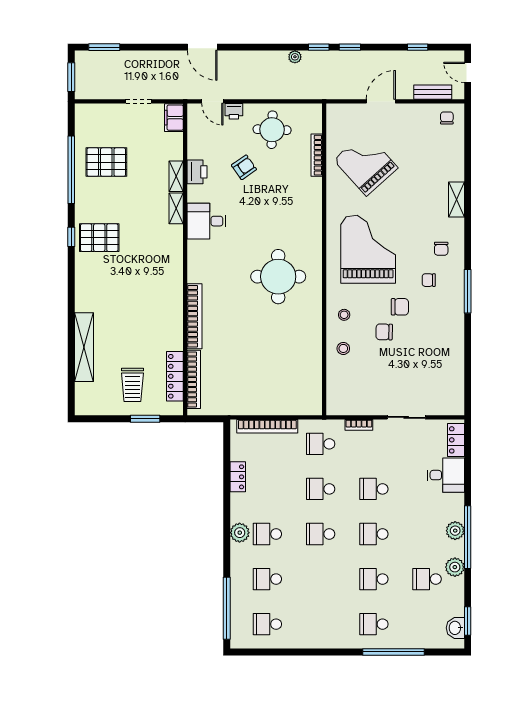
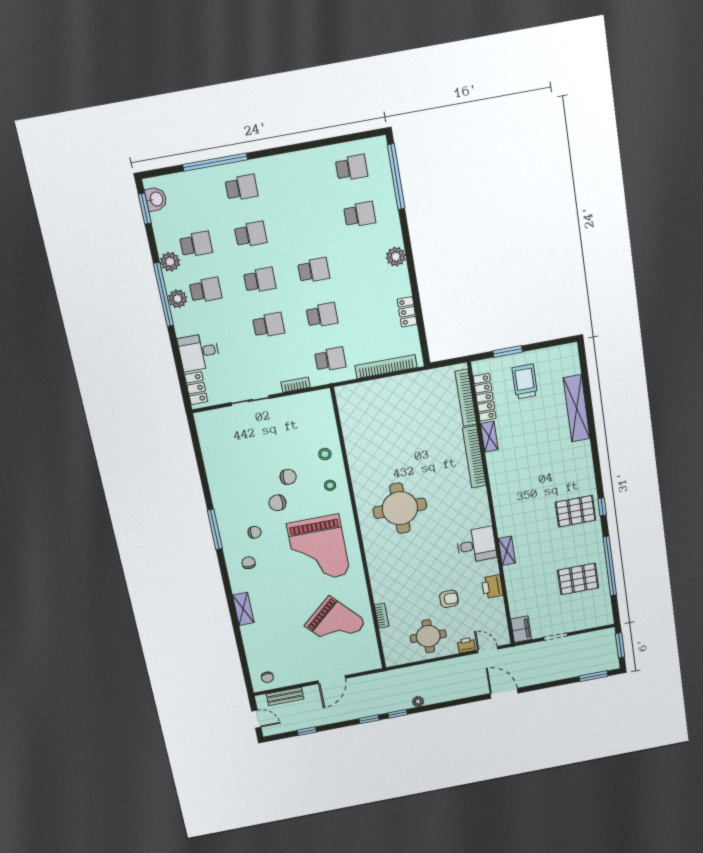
bookcase: (317, 155) -> (382, 616), width x0.64
armchair: (244, 167) -> (449, 599), turned -145
shelving: (176, 176) -> (489, 437), moved
school desk: (267, 534) -> (206, 290), moved

